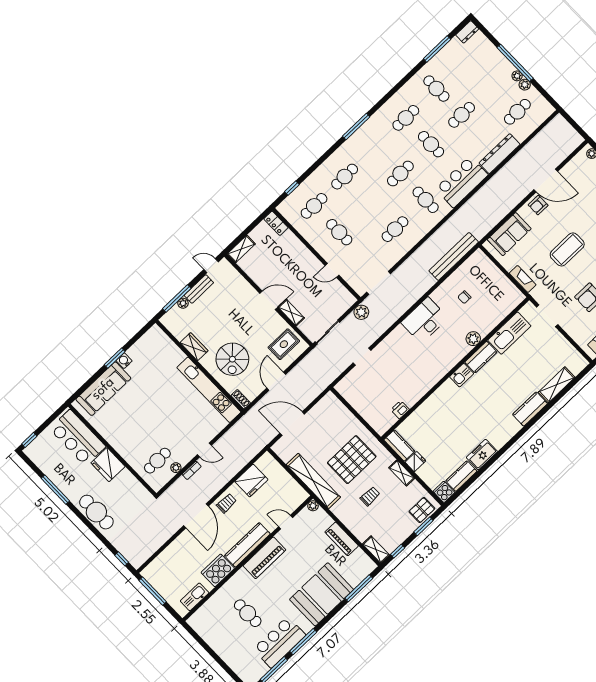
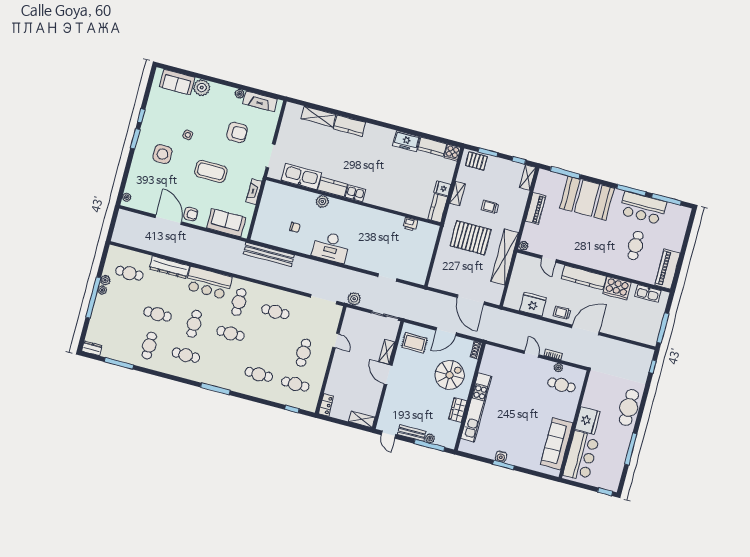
sofa: (103, 389) -> (557, 444), moved, turned -90
kitchen unit: (209, 390) -> (476, 407), moved
piano: (264, 558) -> (668, 269), moved, turned -90

